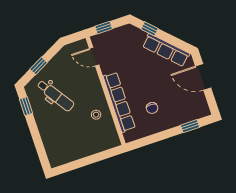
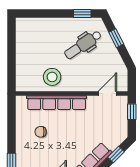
stool: (96, 115) -> (52, 77), width x1.89, depth x1.89

